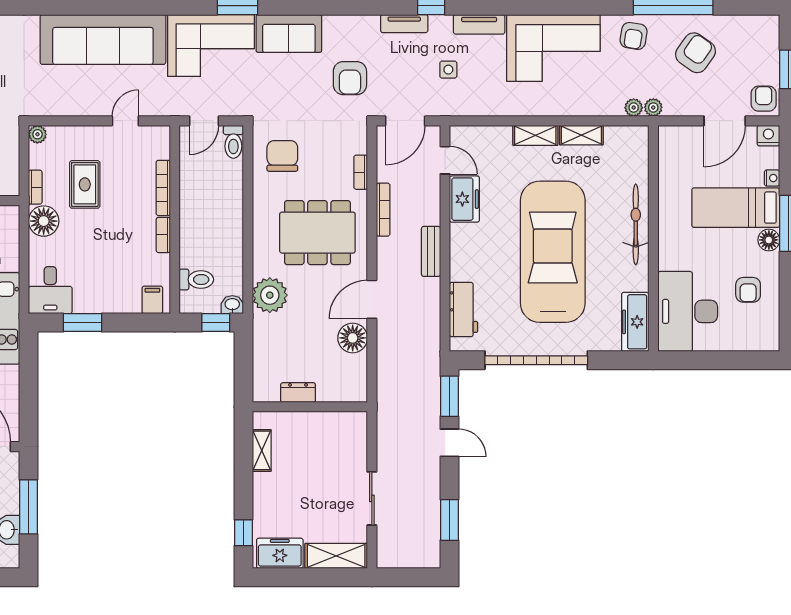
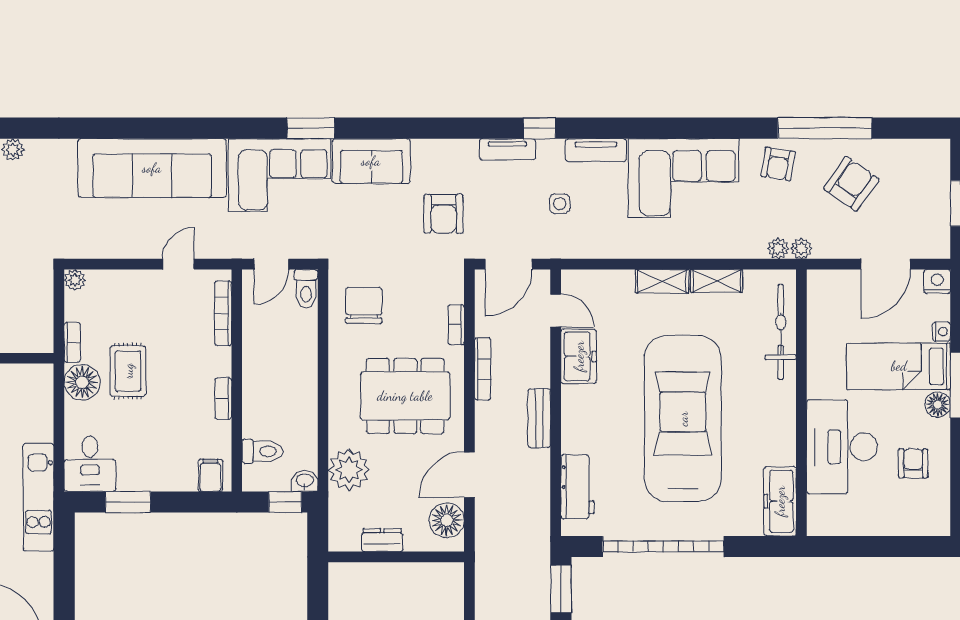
armchair: (764, 99) -> (932, 238), removed
rug: (85, 184) -> (128, 371), moved
bookcase: (163, 188) -> (223, 313), moved
bicycle: (636, 224) -> (781, 332), moved
armchair: (748, 290) -> (913, 463), turned 180
desk: (688, 311) -> (842, 447), moved
dresser: (298, 392) -> (382, 540), moved
wall: (310, 407) -> (396, 557), moved

